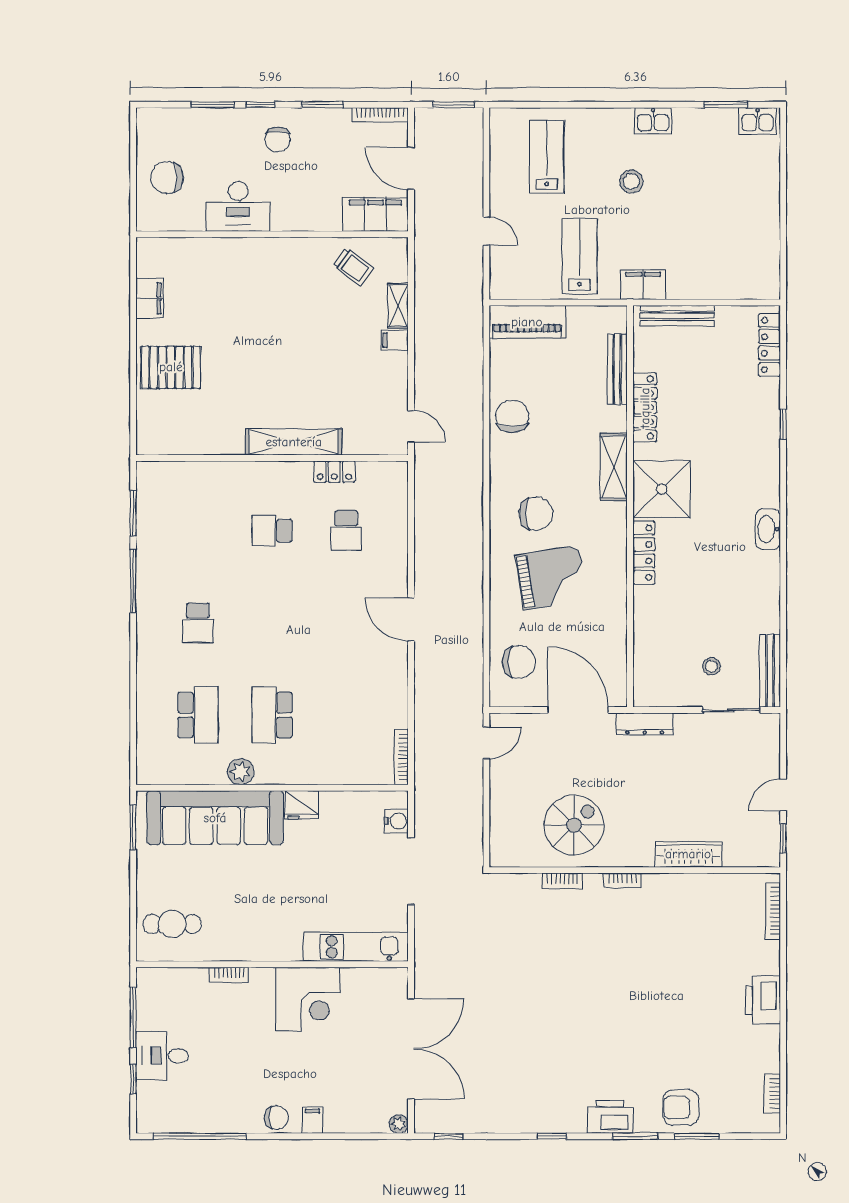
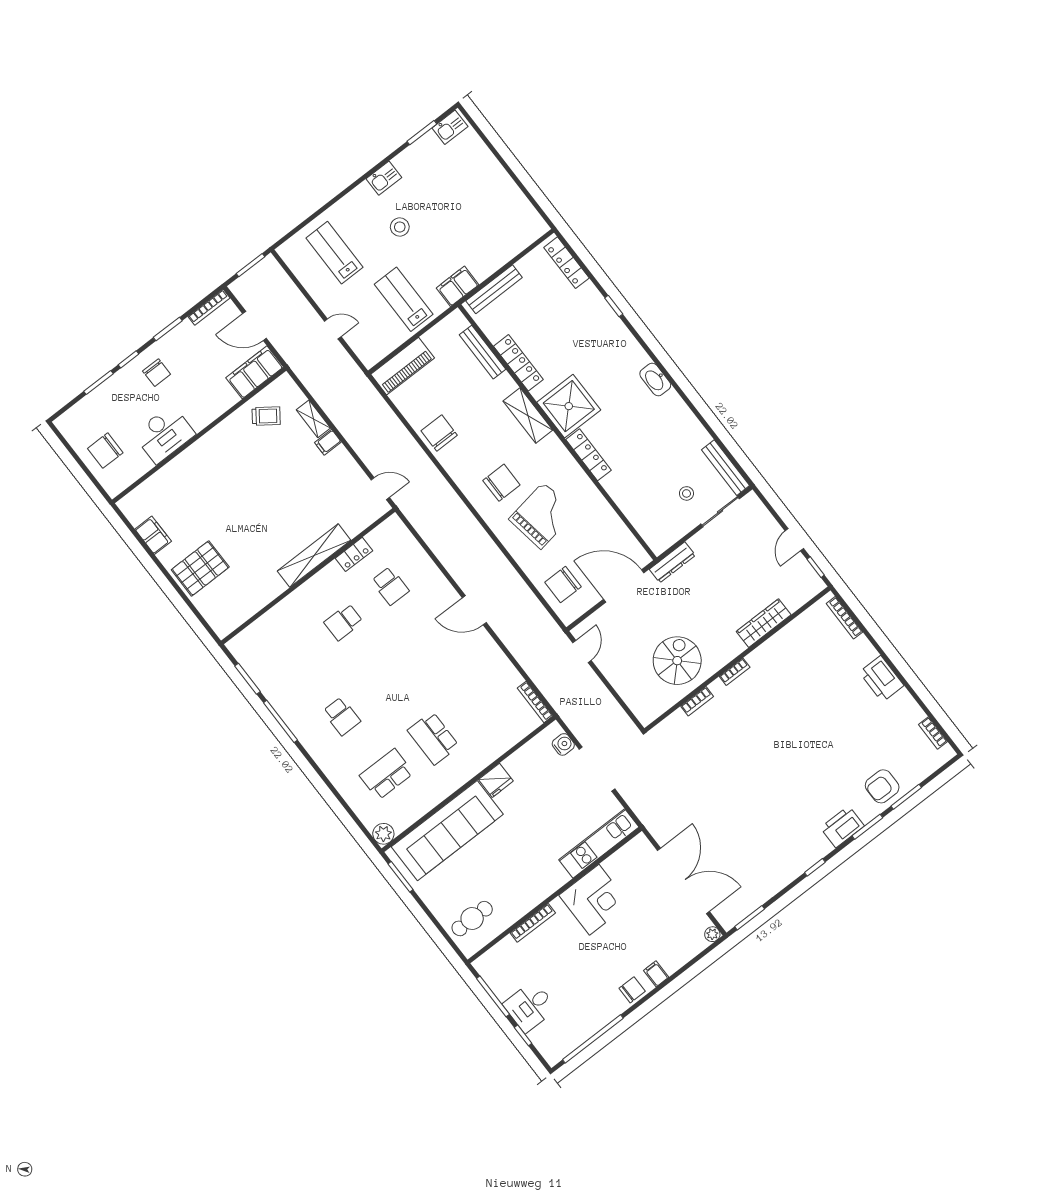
chair: (519, 662) -> (563, 585), turned 180
school desk: (198, 715) -> (387, 774), turned -90
plant: (241, 772) -> (383, 834), moved
bookcase: (229, 975) -> (533, 923), width x1.56
window: (448, 1136) -> (750, 918), width x1.50

